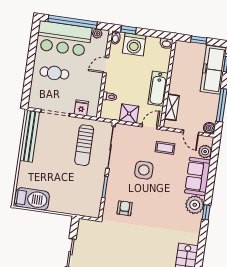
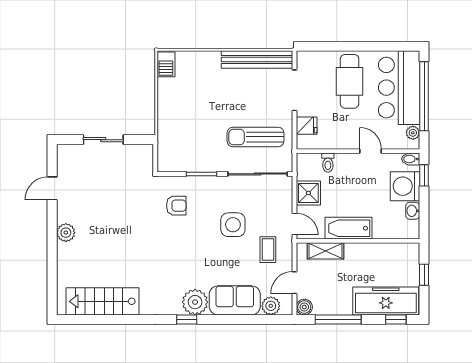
washbasin: (166, 44) -> (413, 211), moved
cafe table: (54, 73) -> (350, 81), width x1.37, depth x1.35
barbecue: (32, 199) -> (166, 64), width x0.53, depth x0.65

